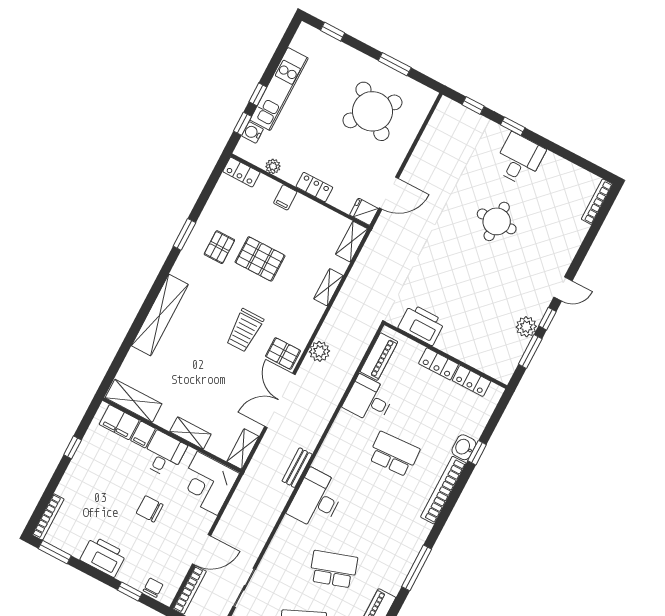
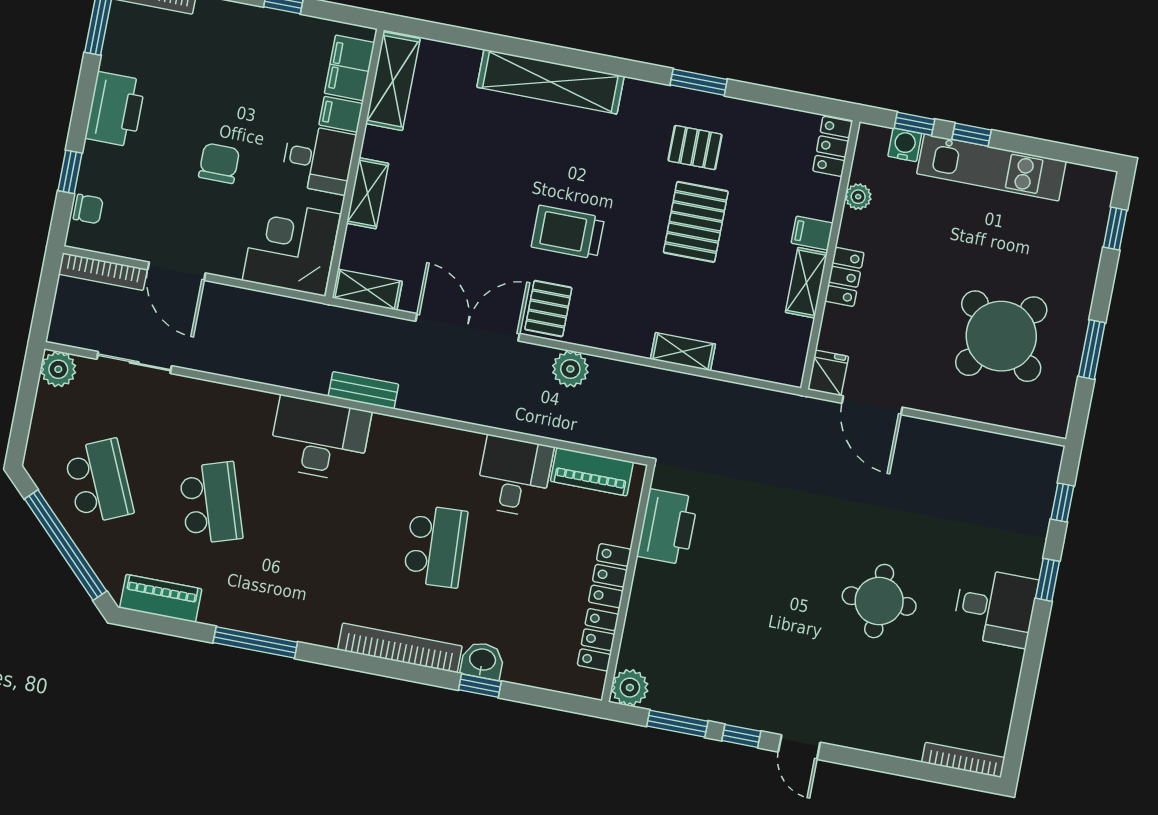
shelving: (352, 242) -> (806, 283), moved, turned 90
plant: (526, 327) -> (630, 688), moved

